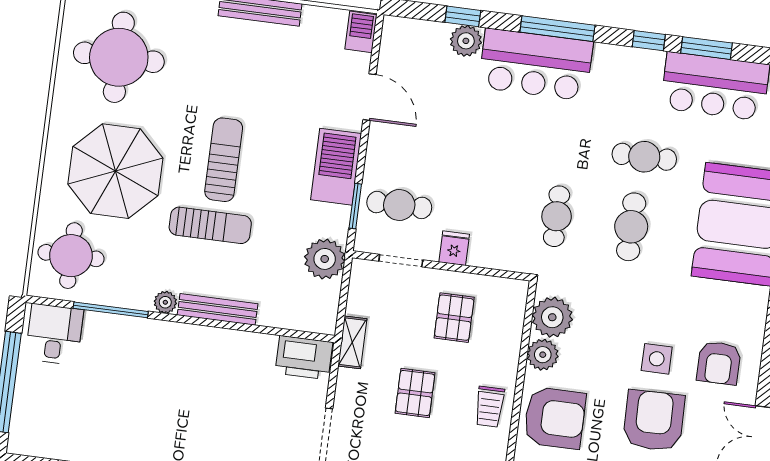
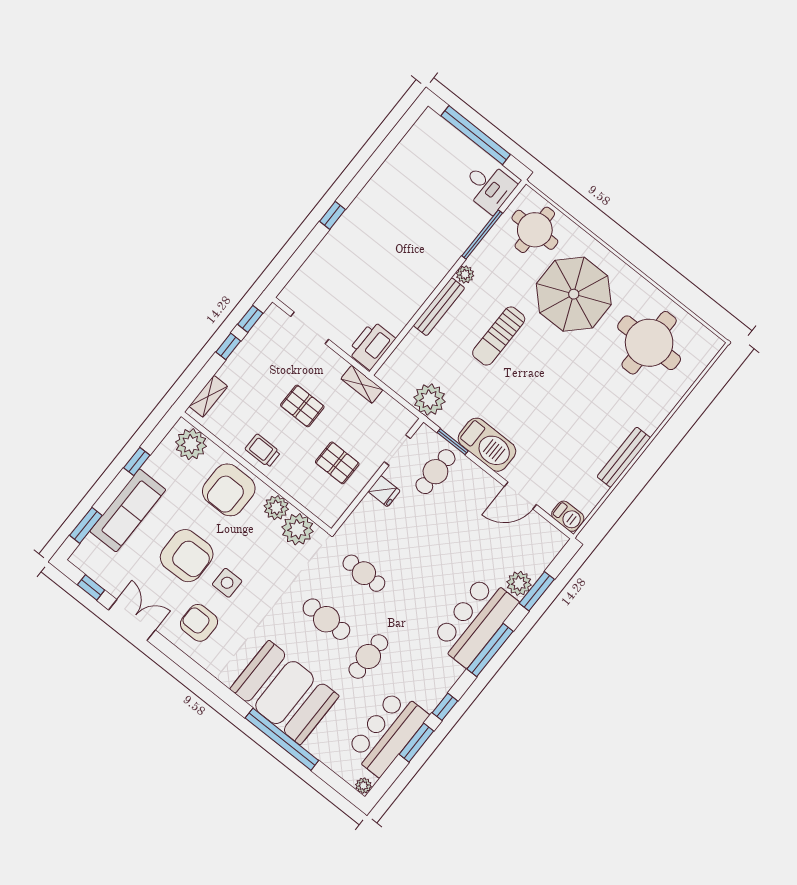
window: (463, 16) -> (537, 591), width x1.50
sun lounger: (224, 160) -> (537, 372), removed

